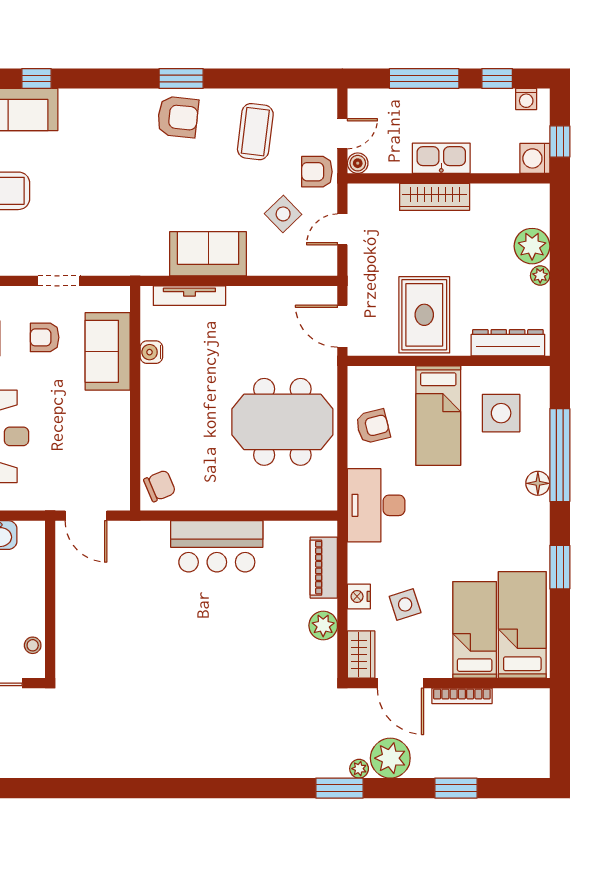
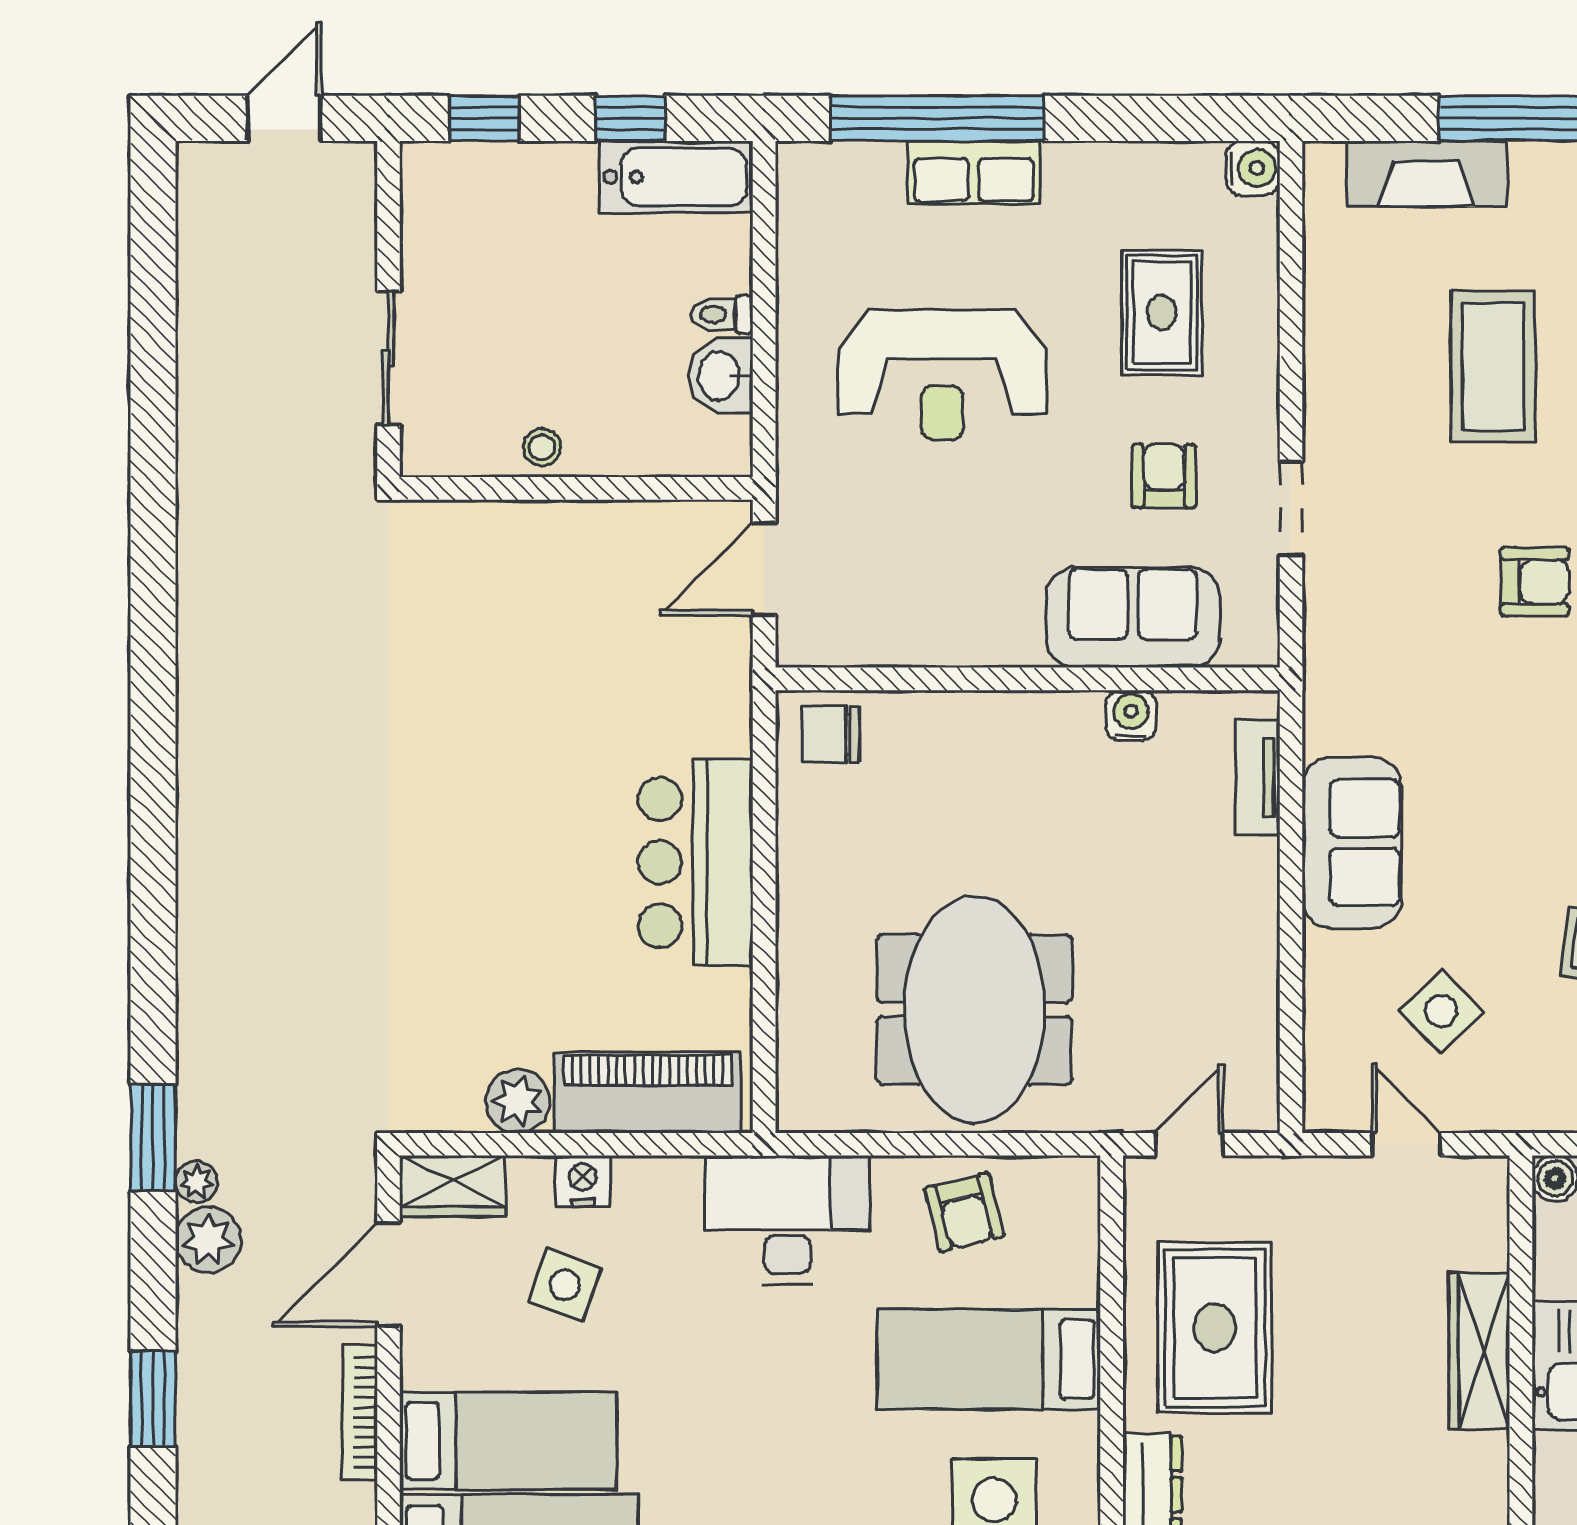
armchair: (317, 172) -> (1535, 582), moved, turned 90
tv unit: (189, 296) -> (1258, 777), width x0.71
rug: (424, 315) -> (1215, 1328), turned 90
door: (342, 326) -> (1189, 1144), width x0.73
chair: (160, 486) -> (831, 734), turned 113
piano: (324, 568) -> (648, 1092), width x1.37, depth x1.33
side table: (405, 604) -> (565, 1285), turned 38
stool: (33, 645) -> (542, 447), moved
plant: (390, 758) -> (208, 1240), width x0.73, depth x0.73

